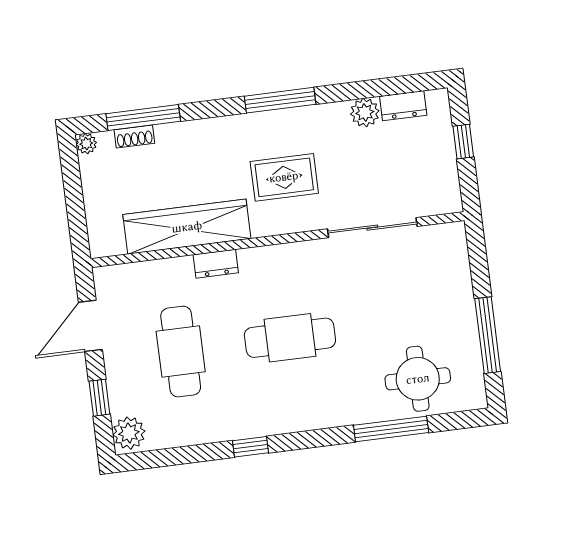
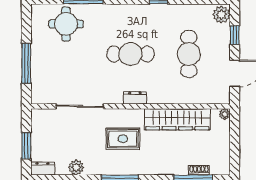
dresser: (403, 106) -> (43, 169), moved
window: (463, 142) -> (26, 146), width x1.50
plant: (86, 144) -> (225, 114), moved
dresser: (216, 264) -> (135, 98), moved
window: (488, 335) -> (26, 63), moved

